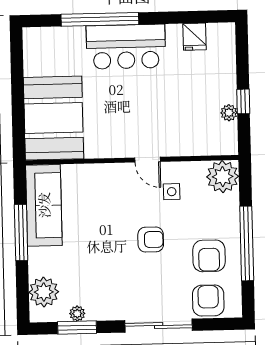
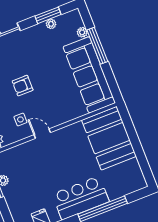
sofa: (44, 205) -> (89, 75), width x1.36, depth x1.27
window: (21, 233) -> (97, 46), moved
plant: (44, 292) -> (82, 32), width x0.53, depth x0.53

